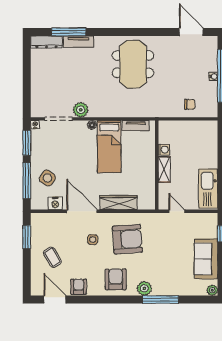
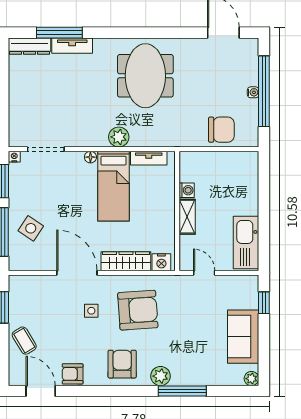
chair: (190, 104) -> (221, 130), width x1.87, depth x1.87
plant: (81, 110) -> (119, 137), moved
nightstand: (55, 203) -> (161, 262), moved
coffee table: (52, 257) -> (24, 341), moved
armchair: (79, 287) -> (73, 374), turned -90

